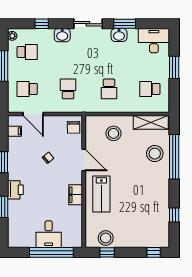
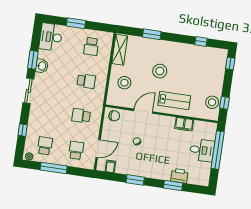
washbasin: (62, 35) -> (35, 114), removed
school desk: (27, 89) -> (76, 150), turned 180
stool: (155, 154) -> (160, 71), moved
window: (174, 157) -> (152, 34), width x0.47
printer: (15, 190) -> (179, 176), moved
filing cabinet: (76, 195) -> (184, 124), moved

